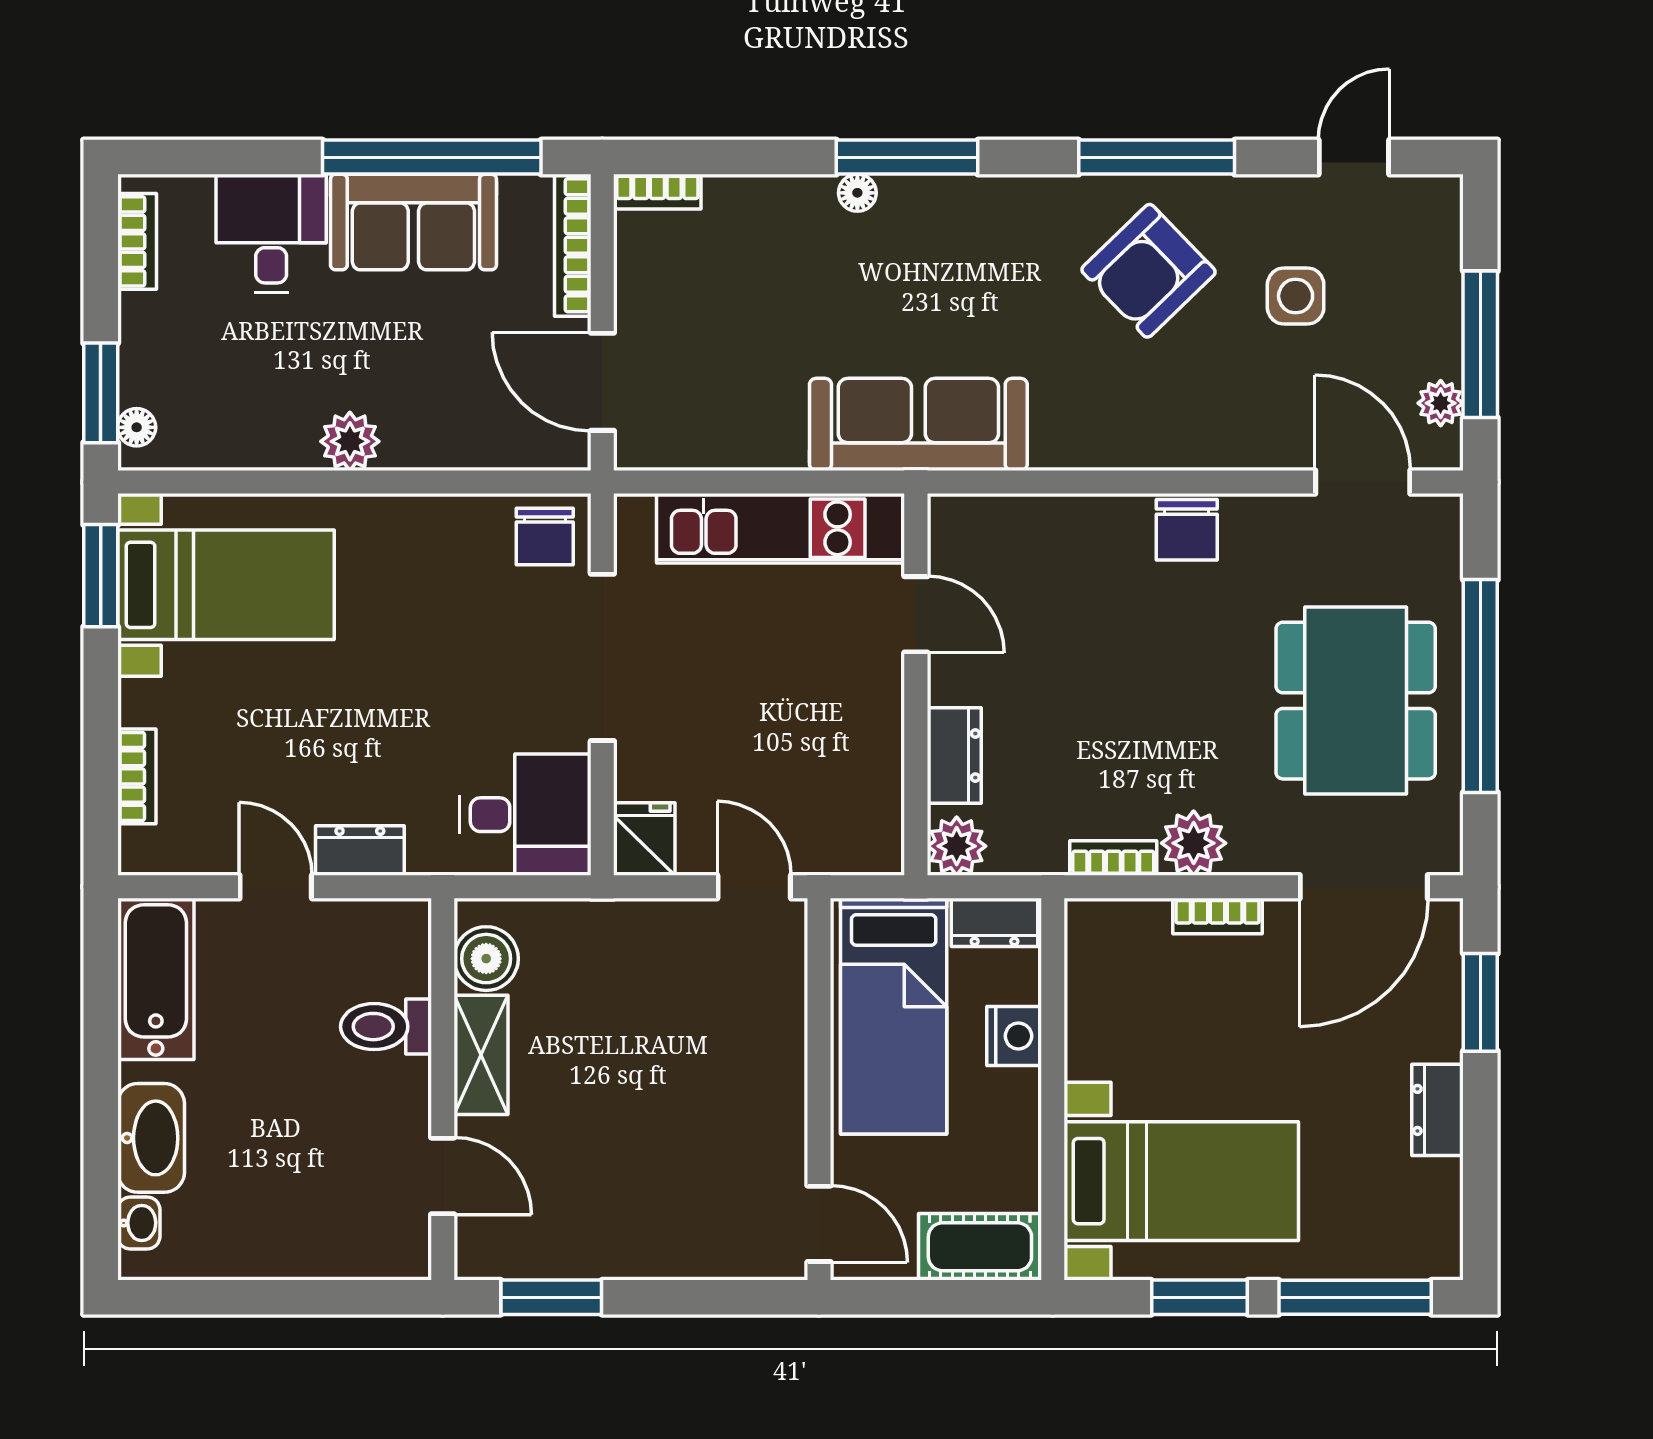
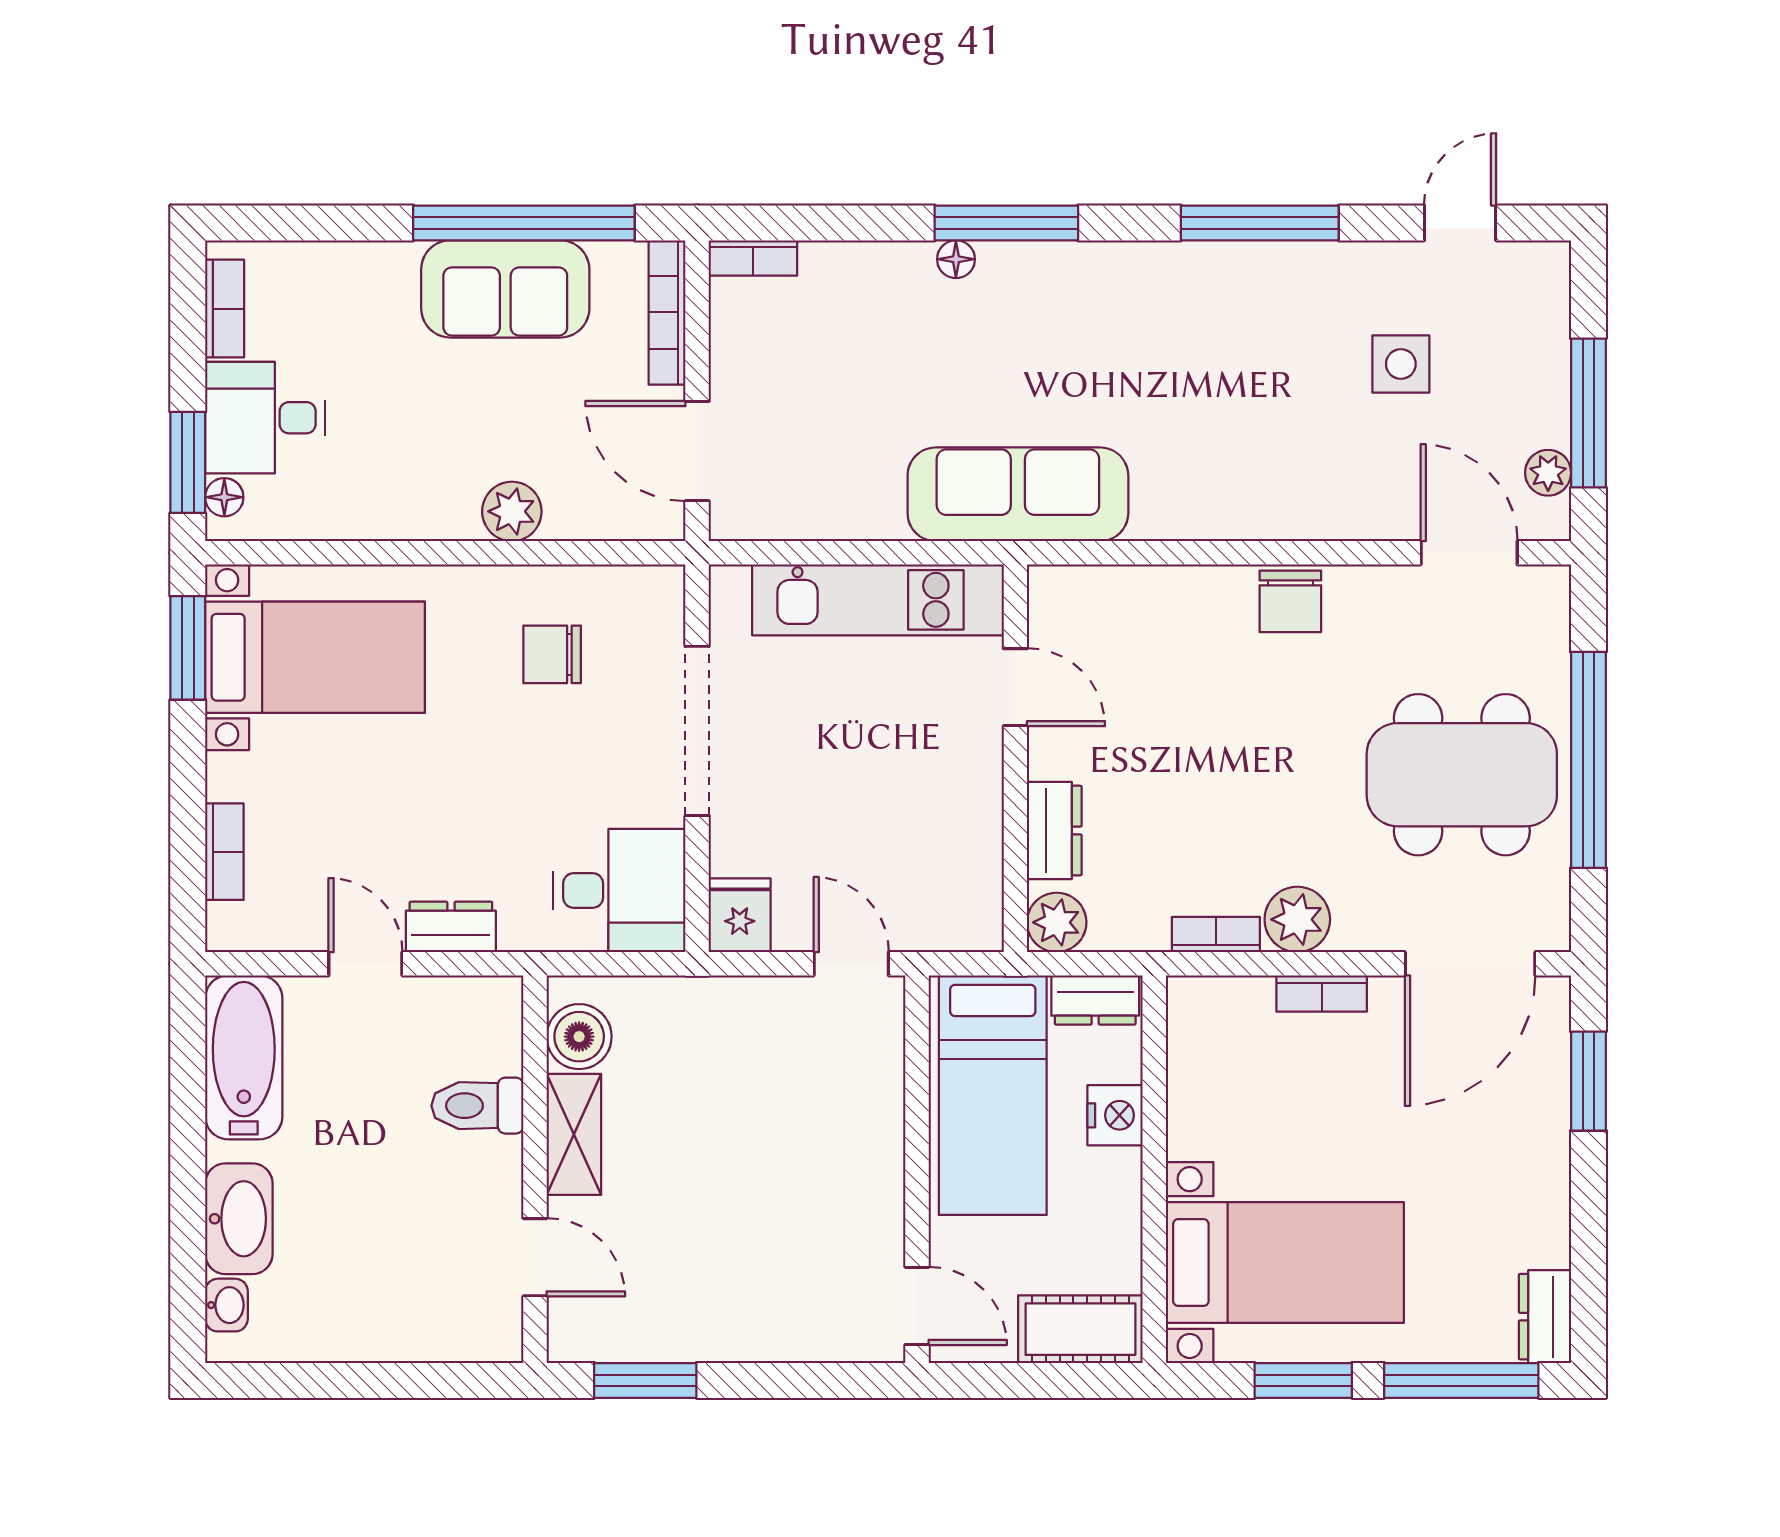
desk: (271, 233) -> (265, 418), moved, turned -90
armchair: (1148, 271) -> (1252, 338), removed
plant: (350, 441) -> (512, 511), moved
chair: (545, 537) -> (552, 654), moved, turned 90
dining table: (1356, 701) -> (1462, 775), turned 90
dresser: (1437, 1110) -> (1545, 1317), moved

